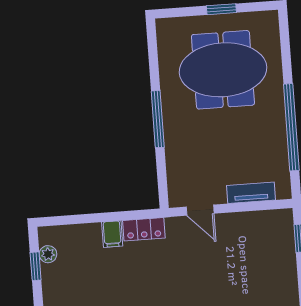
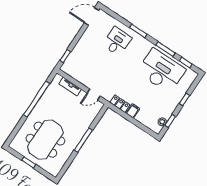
meeting table: (223, 70) -> (45, 140), turned 90
door: (200, 210) -> (94, 95), swing flipped

